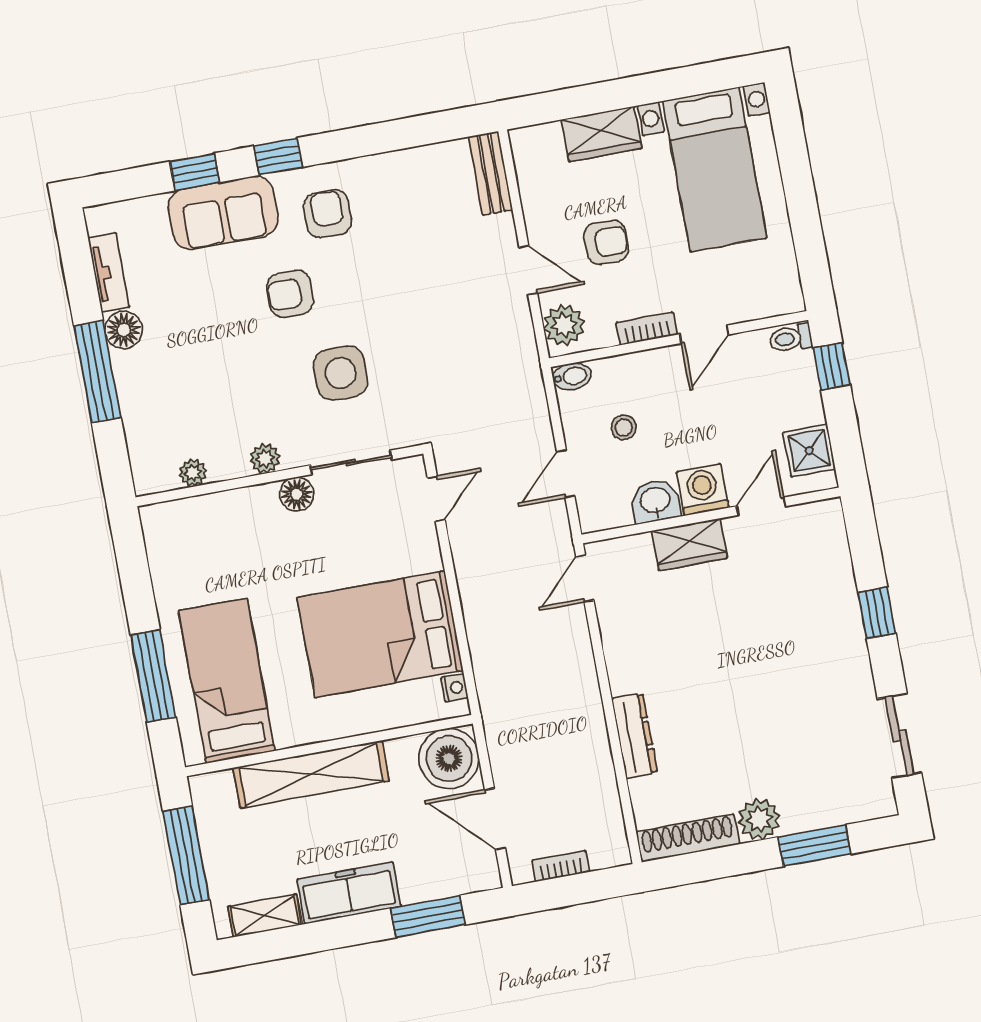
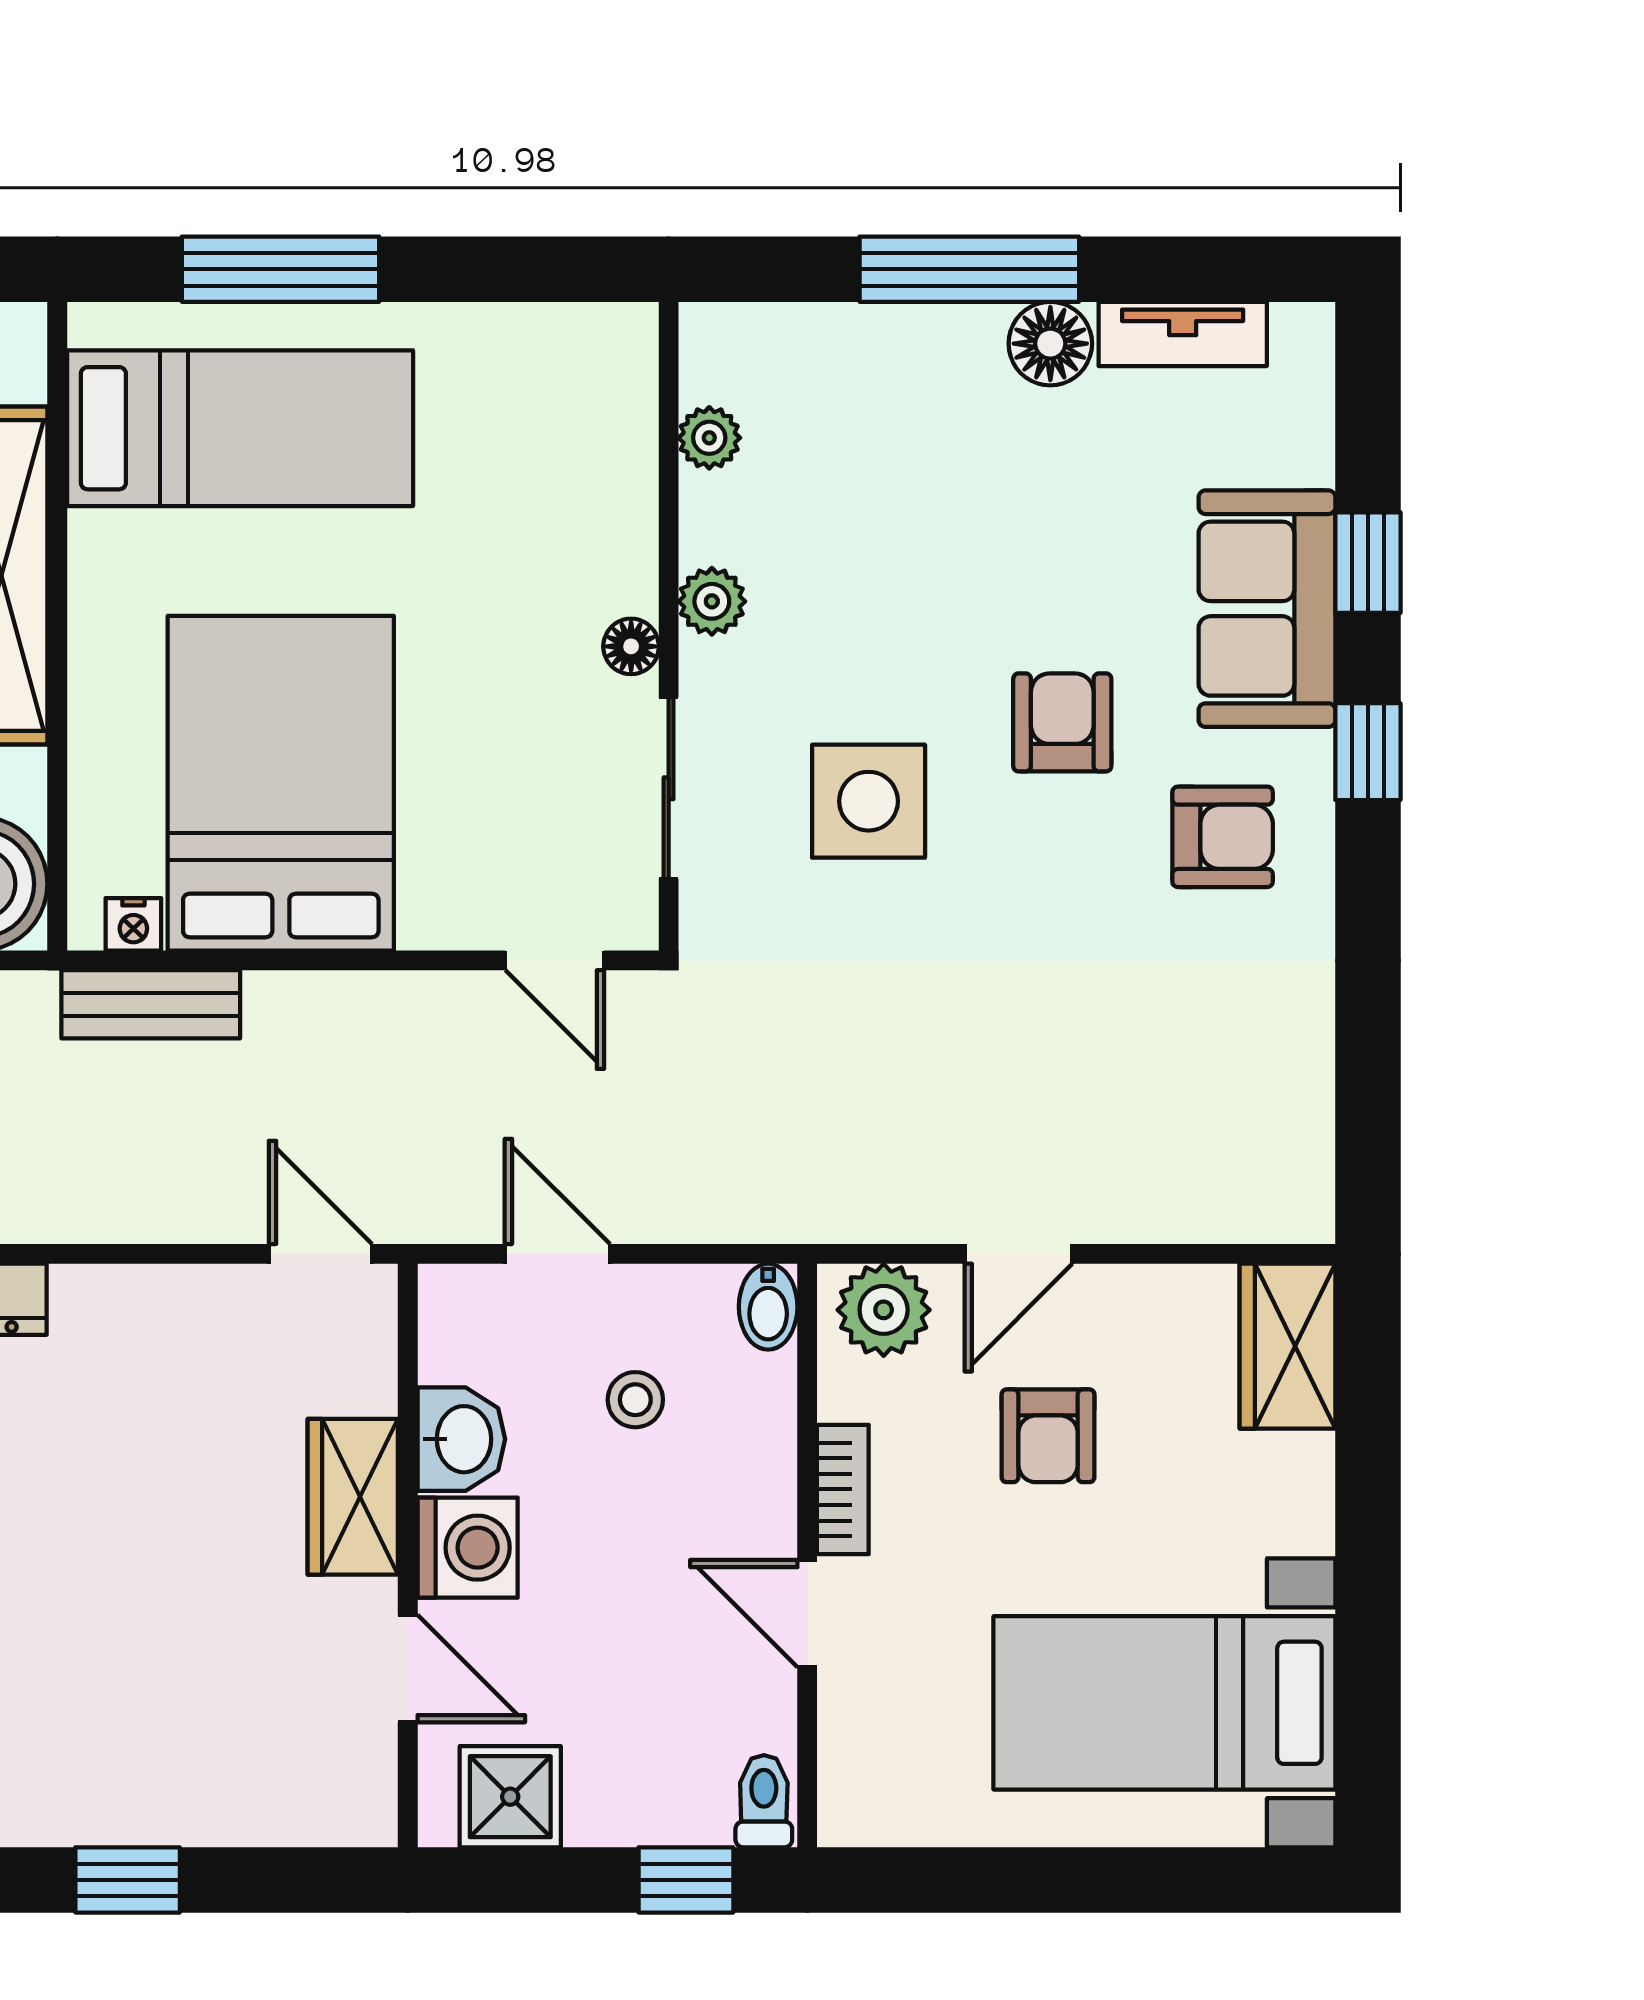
wardrobe: (602, 134) -> (1288, 1346), moved
bench: (490, 173) -> (151, 1004), moved
floor lamp: (297, 494) -> (631, 646), width x0.73, depth x0.73

